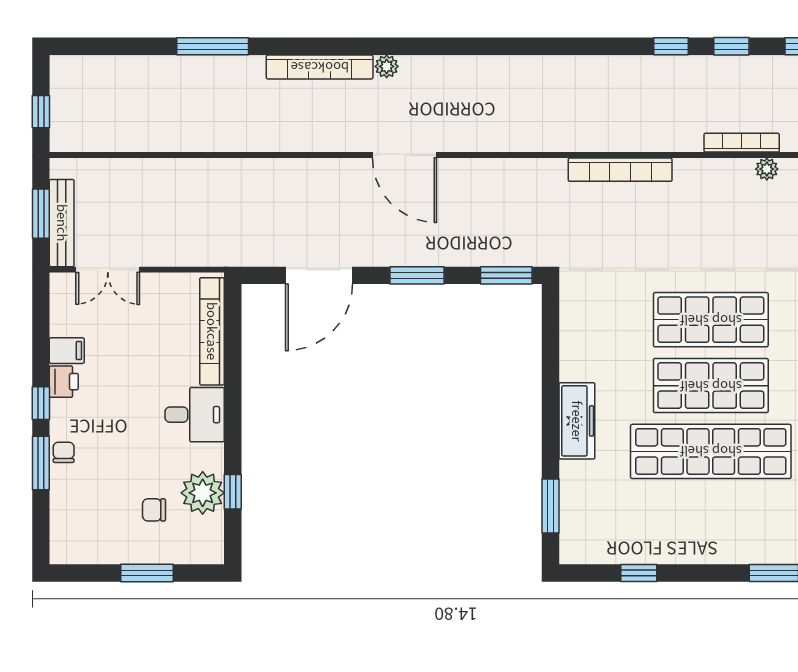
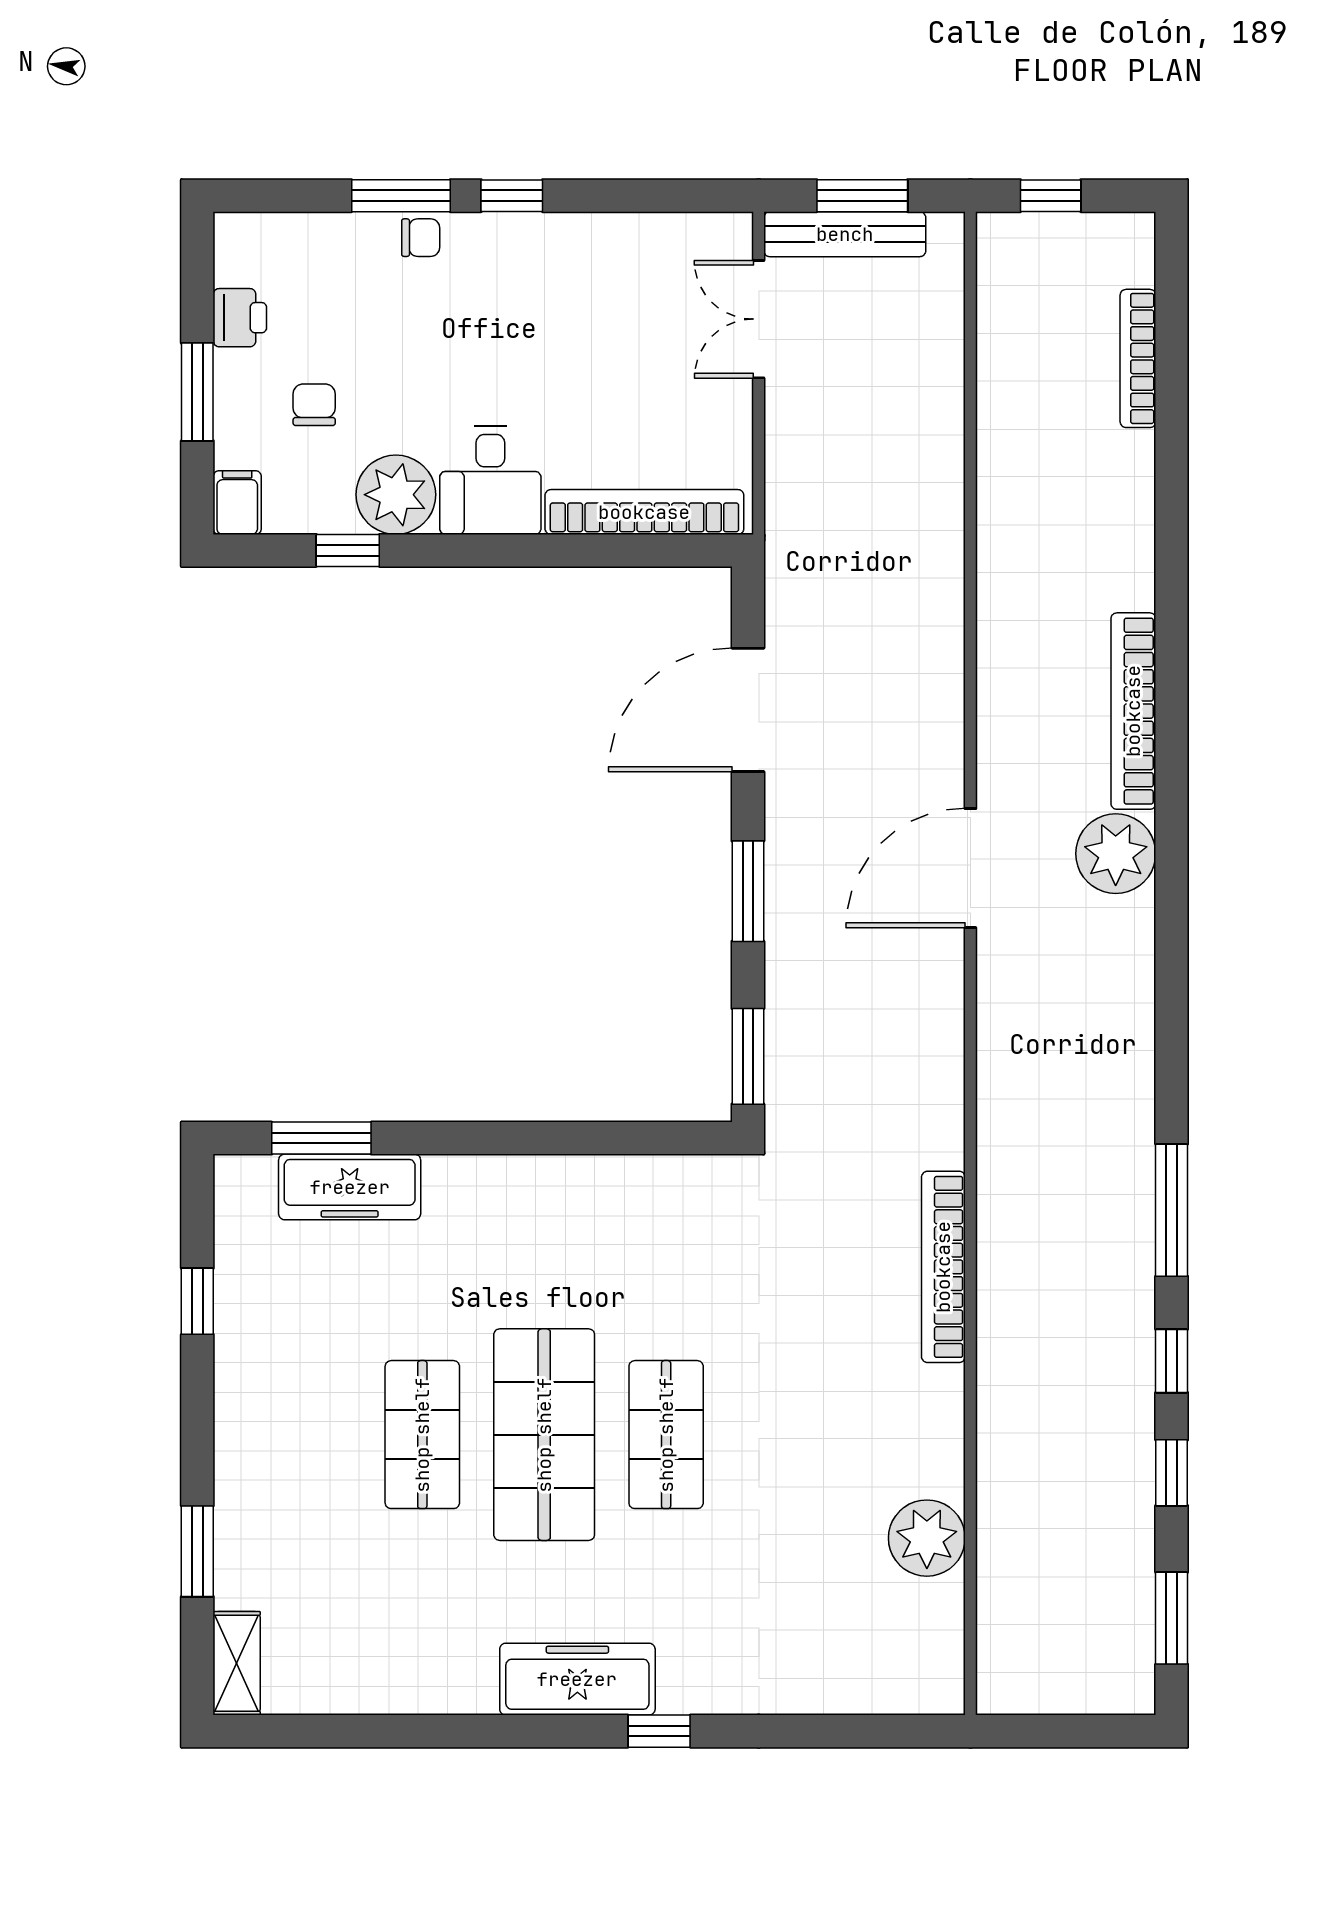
window: (213, 46) -> (1172, 1210), moved
plant: (387, 66) -> (1116, 854), width x1.87, depth x1.87
bookcase: (742, 143) -> (1138, 358), moved, turned 180
plant: (767, 169) -> (927, 1538), width x1.87, depth x1.87
door: (319, 275) -> (748, 710), hinge flipped
shop shelf: (711, 320) -> (666, 1435), width x0.70, depth x0.74
filing cabinet: (67, 351) -> (237, 503), moved, turned 180
printer: (64, 382) -> (240, 318), moved, turned -90
freezer: (577, 421) -> (350, 1187), moved
shop shelf: (711, 451) -> (422, 1435), width x0.50, depth x0.74
plant: (203, 493) -> (396, 495), moved

